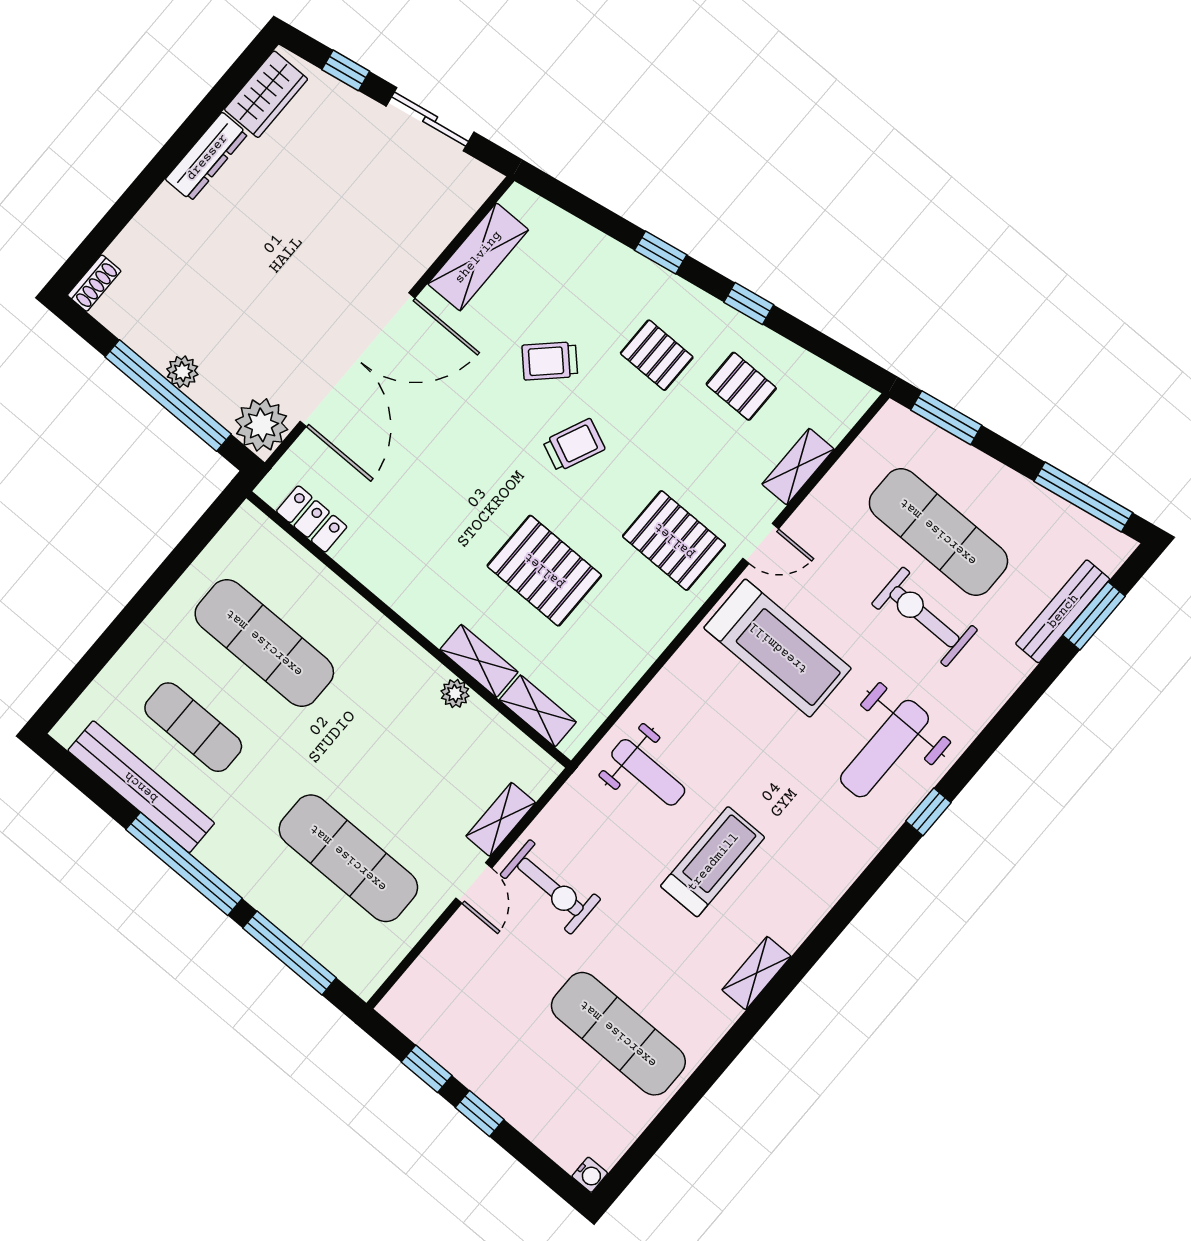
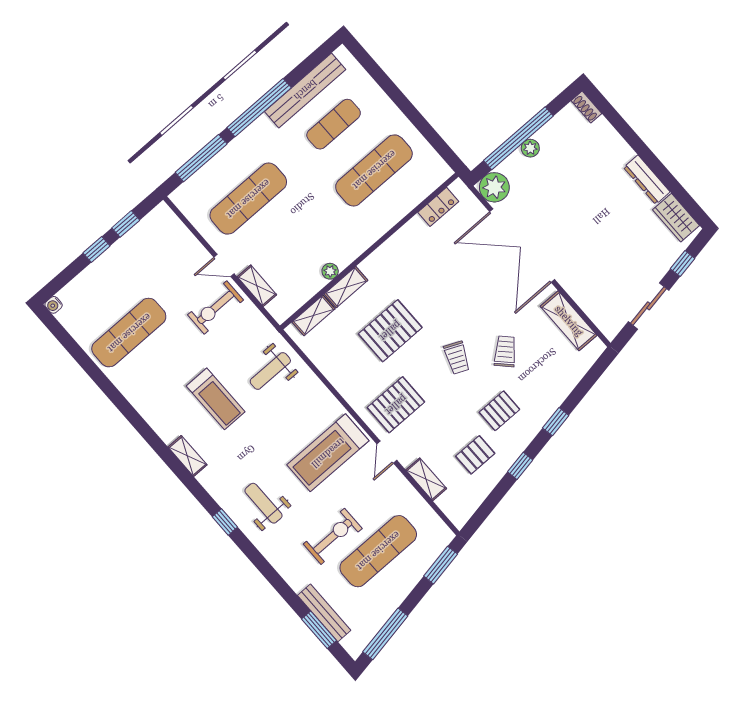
weight bench: (885, 749) -> (263, 503), width x0.73, depth x0.75
shelving: (756, 973) -> (187, 456), moved

